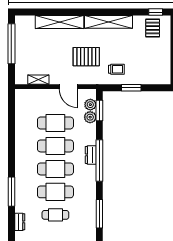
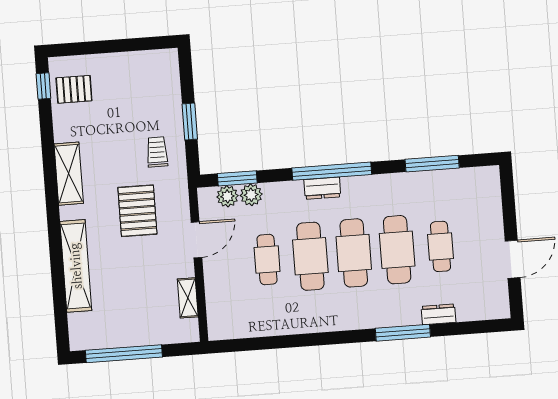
shelving: (109, 22) -> (69, 174), width x0.68
cafe table: (55, 123) -> (267, 259), width x0.73, depth x0.74
dresser: (20, 222) -> (439, 314), moved

